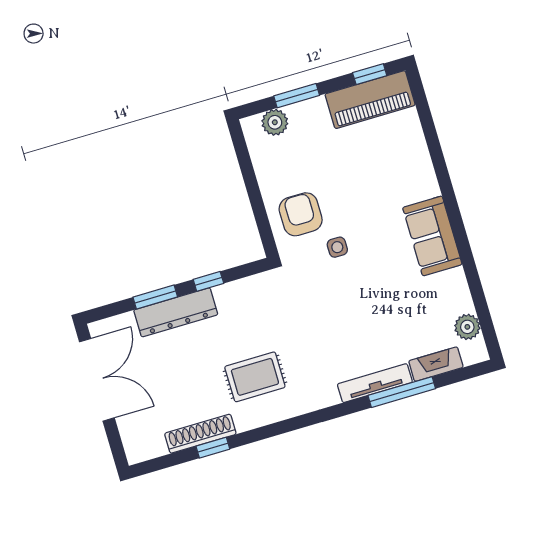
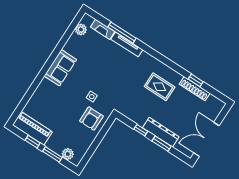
window: (370, 74) -> (33, 142), moved

